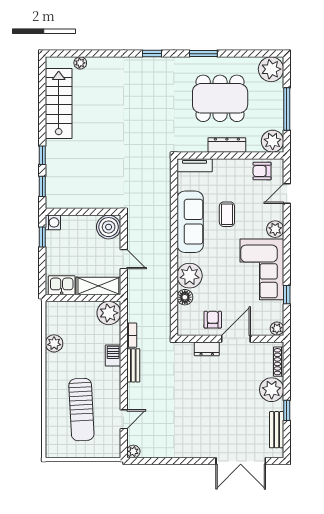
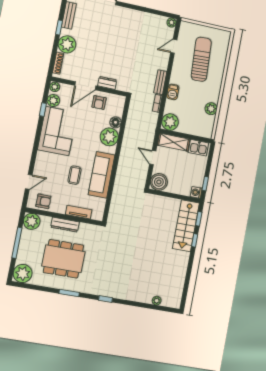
stairs: (59, 103) -> (186, 226), moved
tv unit: (195, 165) -> (79, 212), moved
plant: (275, 229) -> (53, 101), moved

